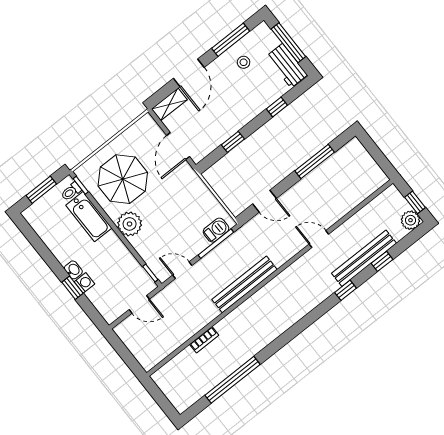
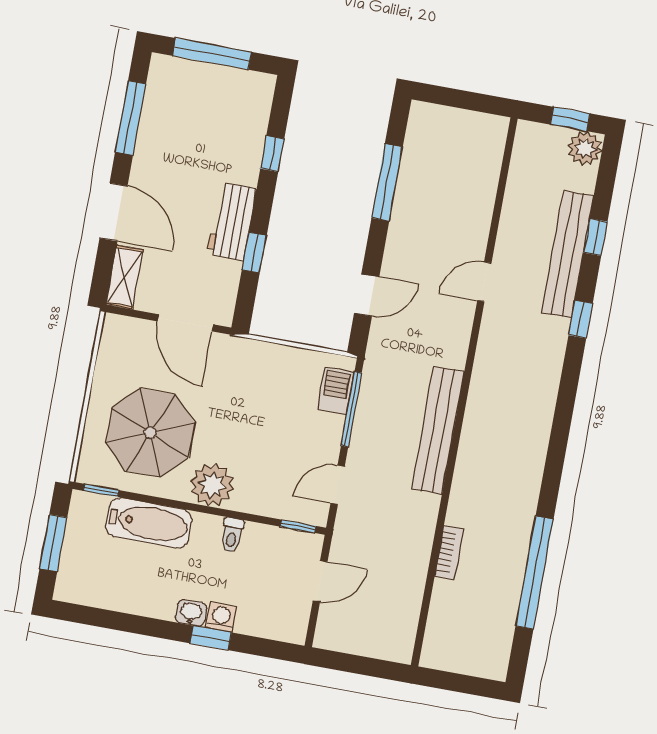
stool: (244, 62) -> (175, 133), removed
workbench: (287, 66) -> (232, 221), moved, turned 90
toilet: (71, 192) -> (232, 535), moved

